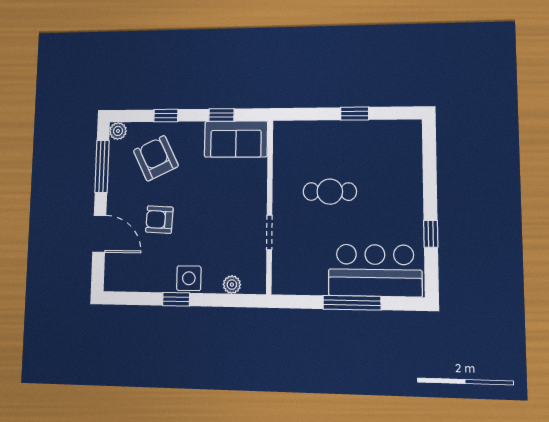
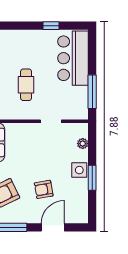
armchair: (159, 220) -> (44, 189), turned 77
window: (176, 299) -> (92, 178), width x1.50
window: (352, 303) -> (92, 92), moved

